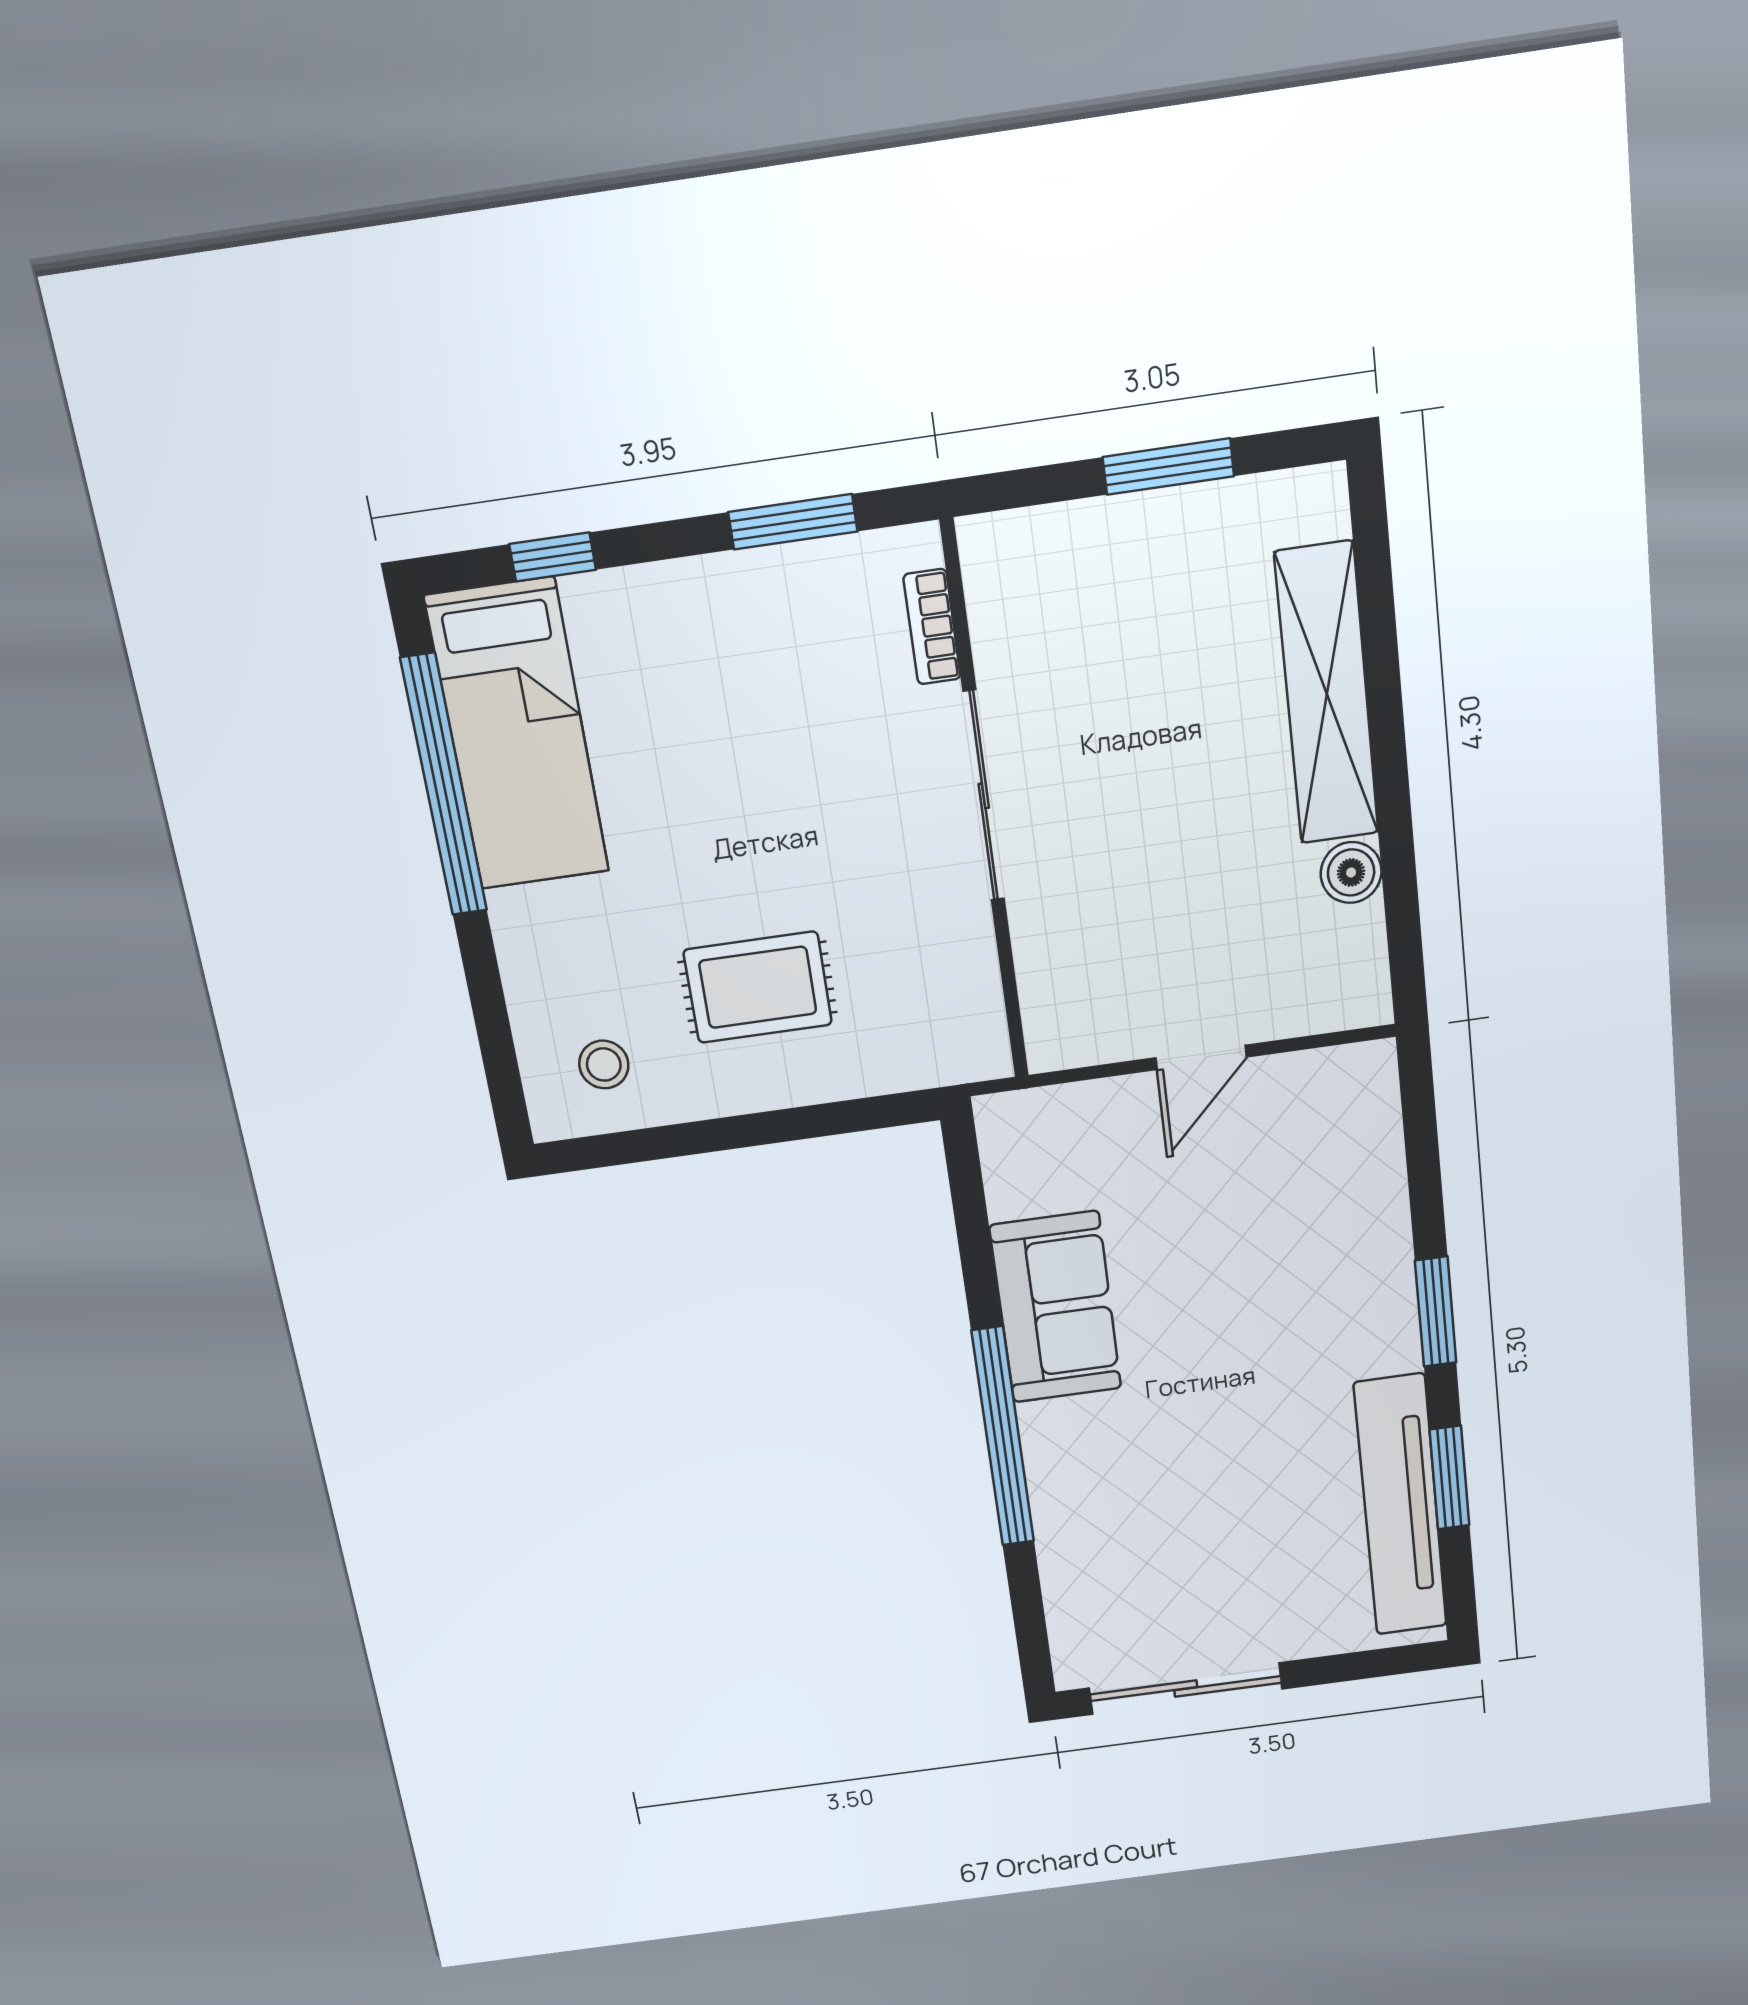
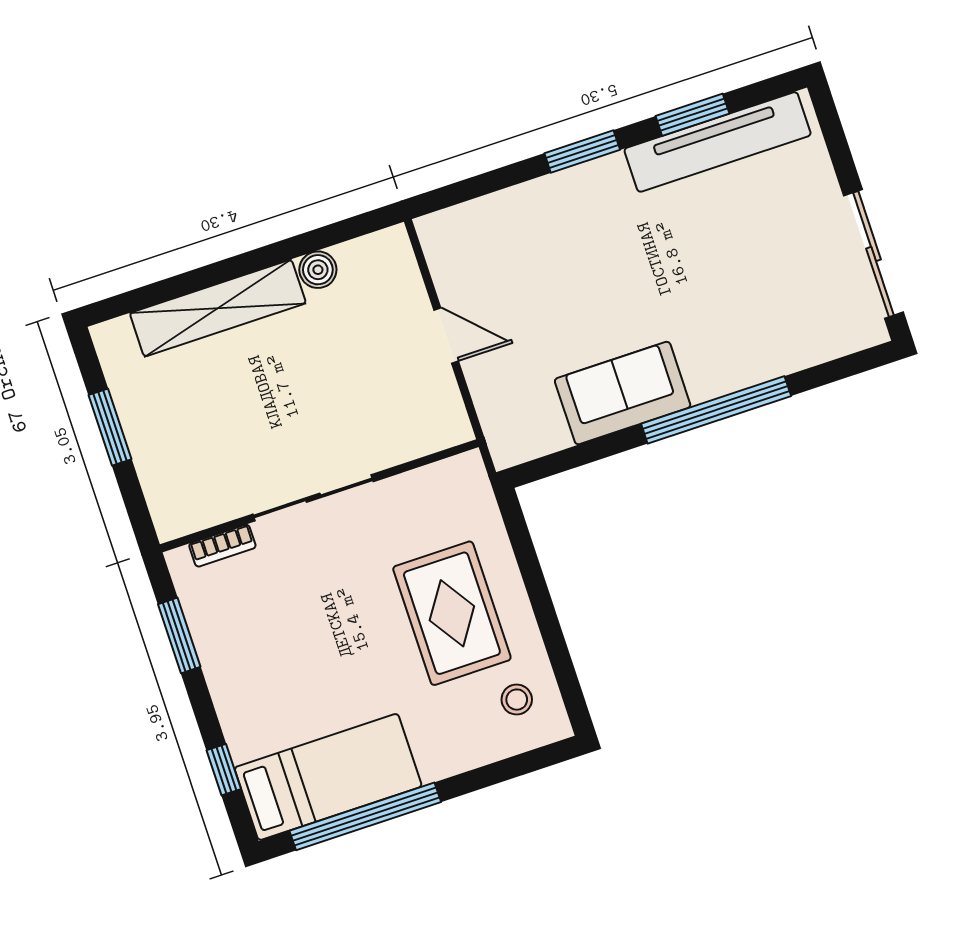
rug: (758, 987) -> (452, 613), width x1.36, depth x1.43

